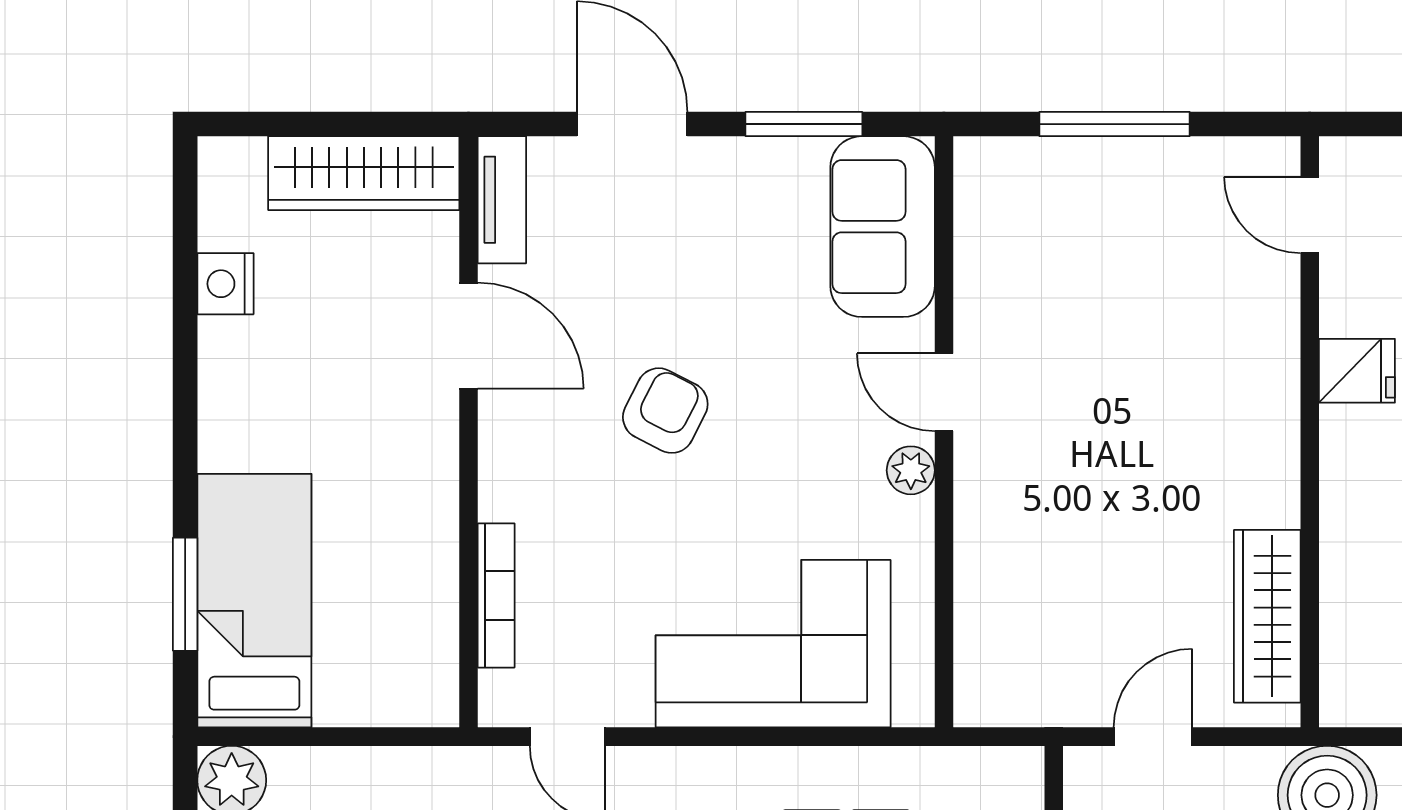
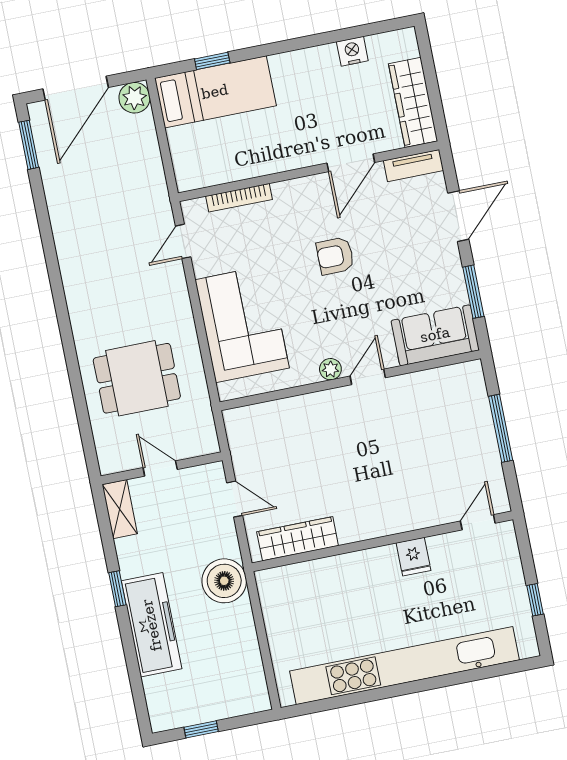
armchair: (665, 411) -> (335, 256), turned 153
window: (185, 594) -> (212, 61), width x0.67

